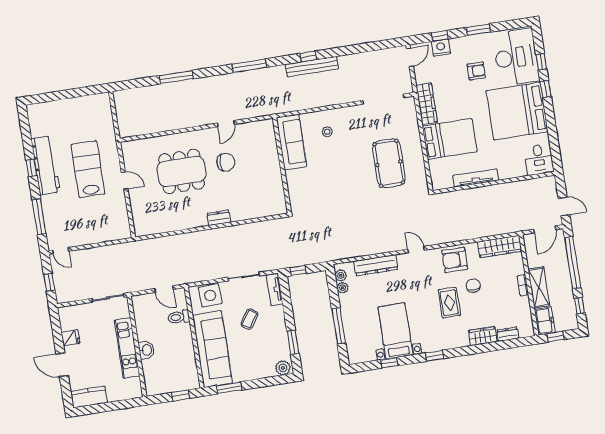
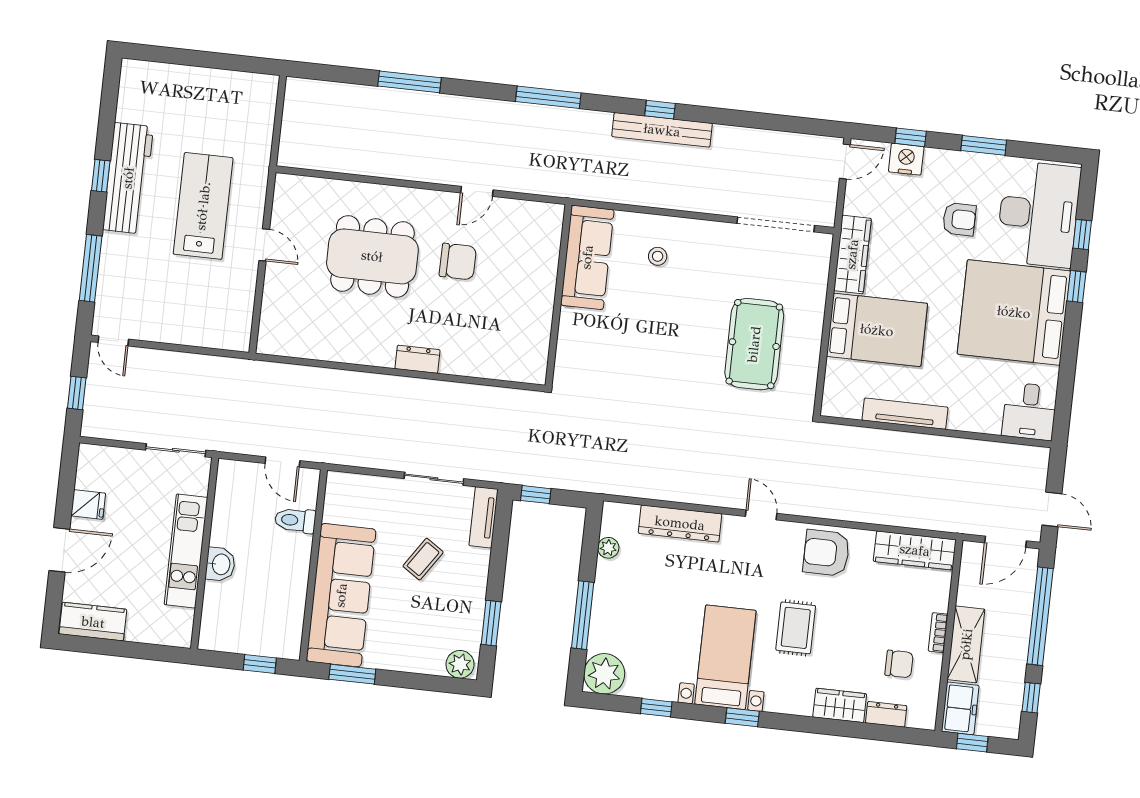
plant: (341, 275) -> (604, 674), moved, width x1.88, depth x1.88
chair: (473, 286) -> (899, 664), moved, turned 90
side table: (210, 295) -> (363, 496), removed
bed with nightstands: (395, 331) -> (725, 657), moved
door: (62, 365) -> (59, 550), swing flipped

